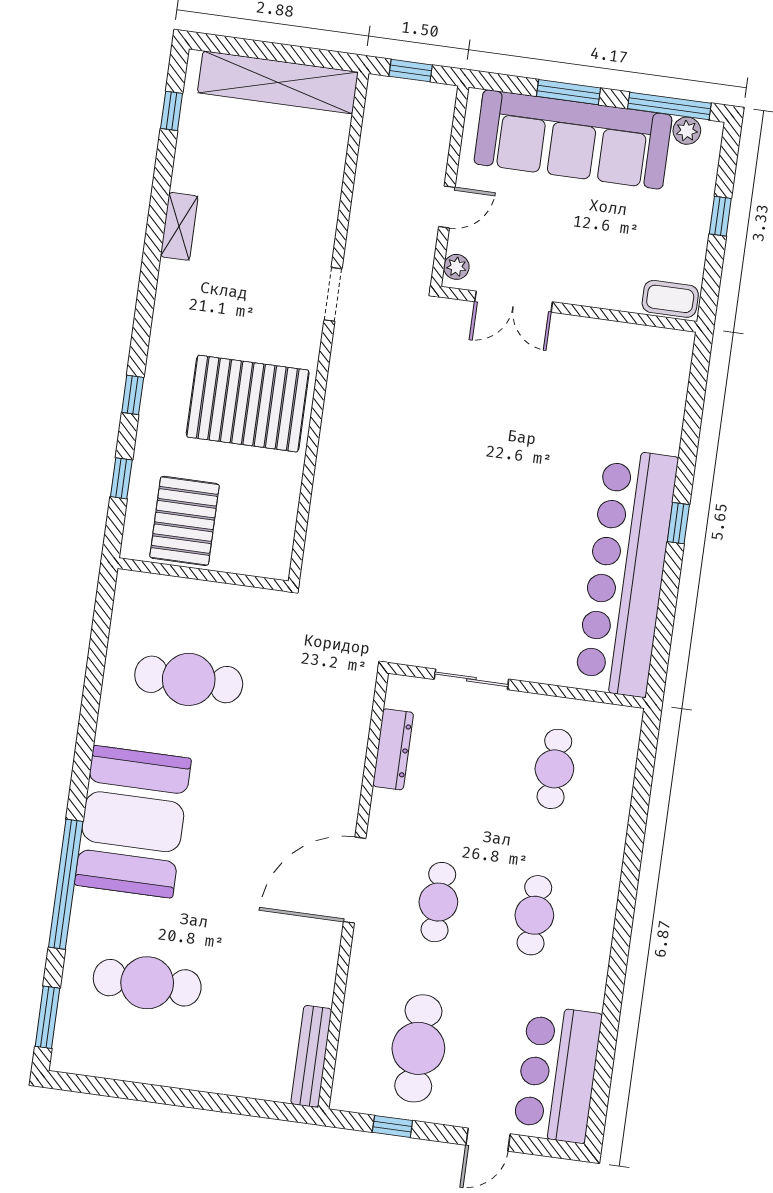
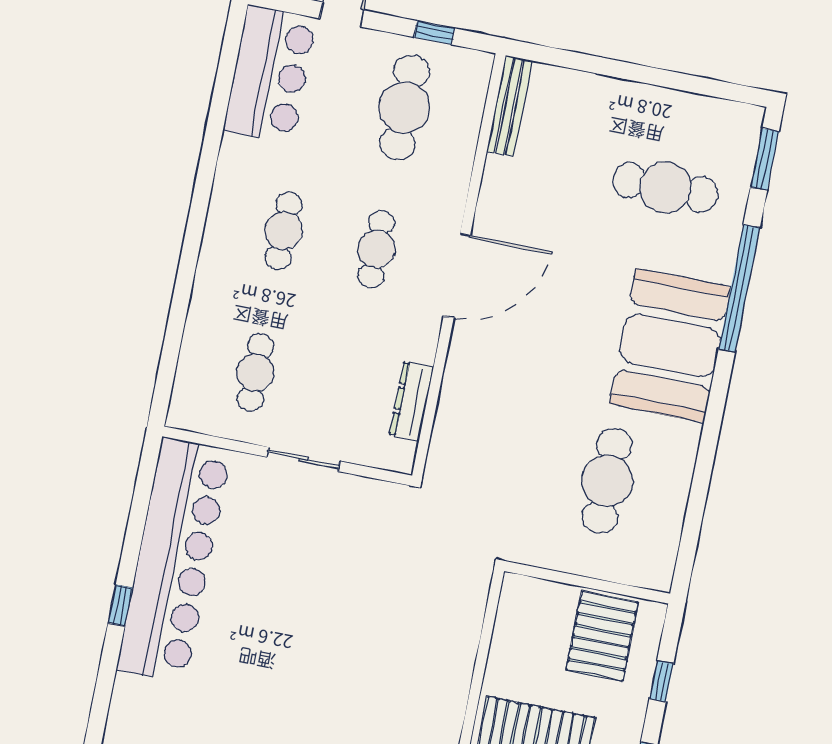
cafe table: (189, 679) -> (607, 481), turned 90
sliding door: (471, 679) -> (303, 459), moved

